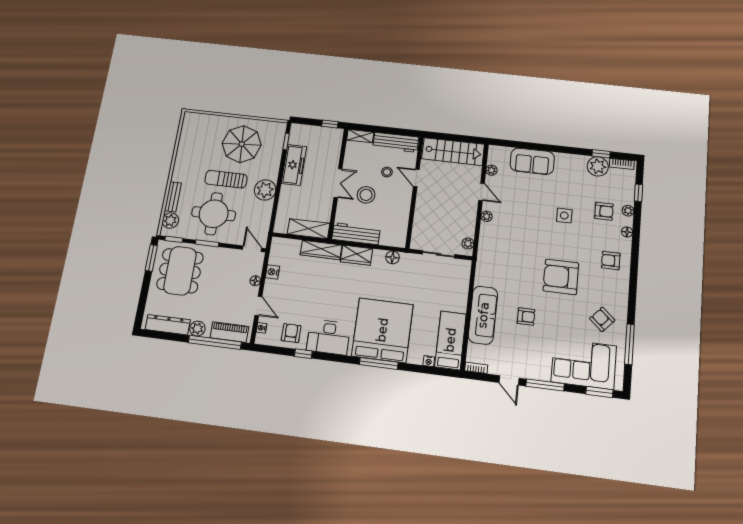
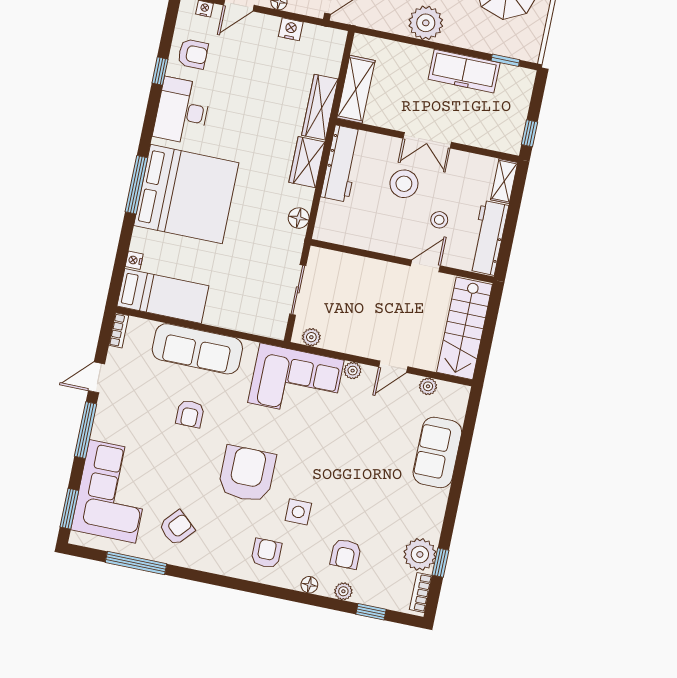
side table: (564, 216) -> (298, 512), moved
corner sofa: (497, 251) -> (296, 381), added

